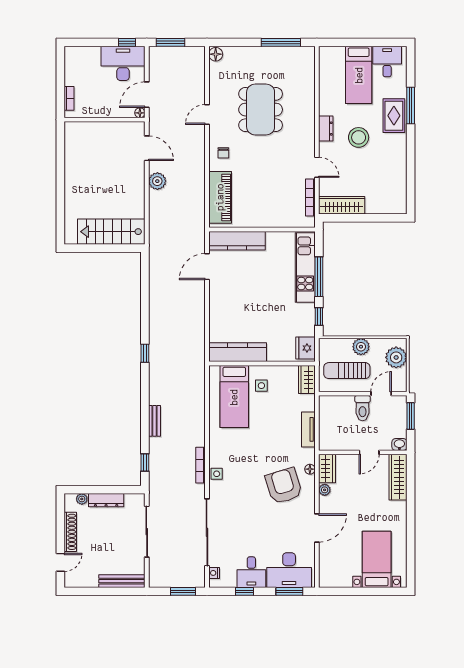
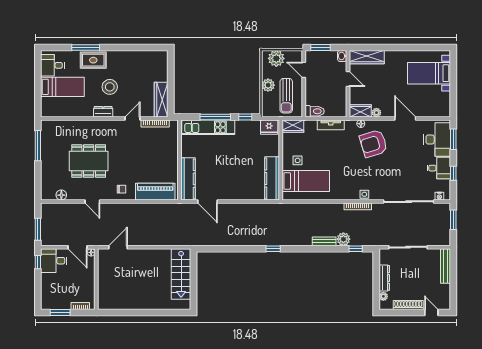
floor lamp: (216, 54) -> (61, 195), moved
desk: (123, 63) -> (54, 261), width x0.73
window: (60, 72) -> (60, 312), added
plant: (157, 181) -> (343, 239), moved
toilet: (363, 408) -> (315, 111), moved

